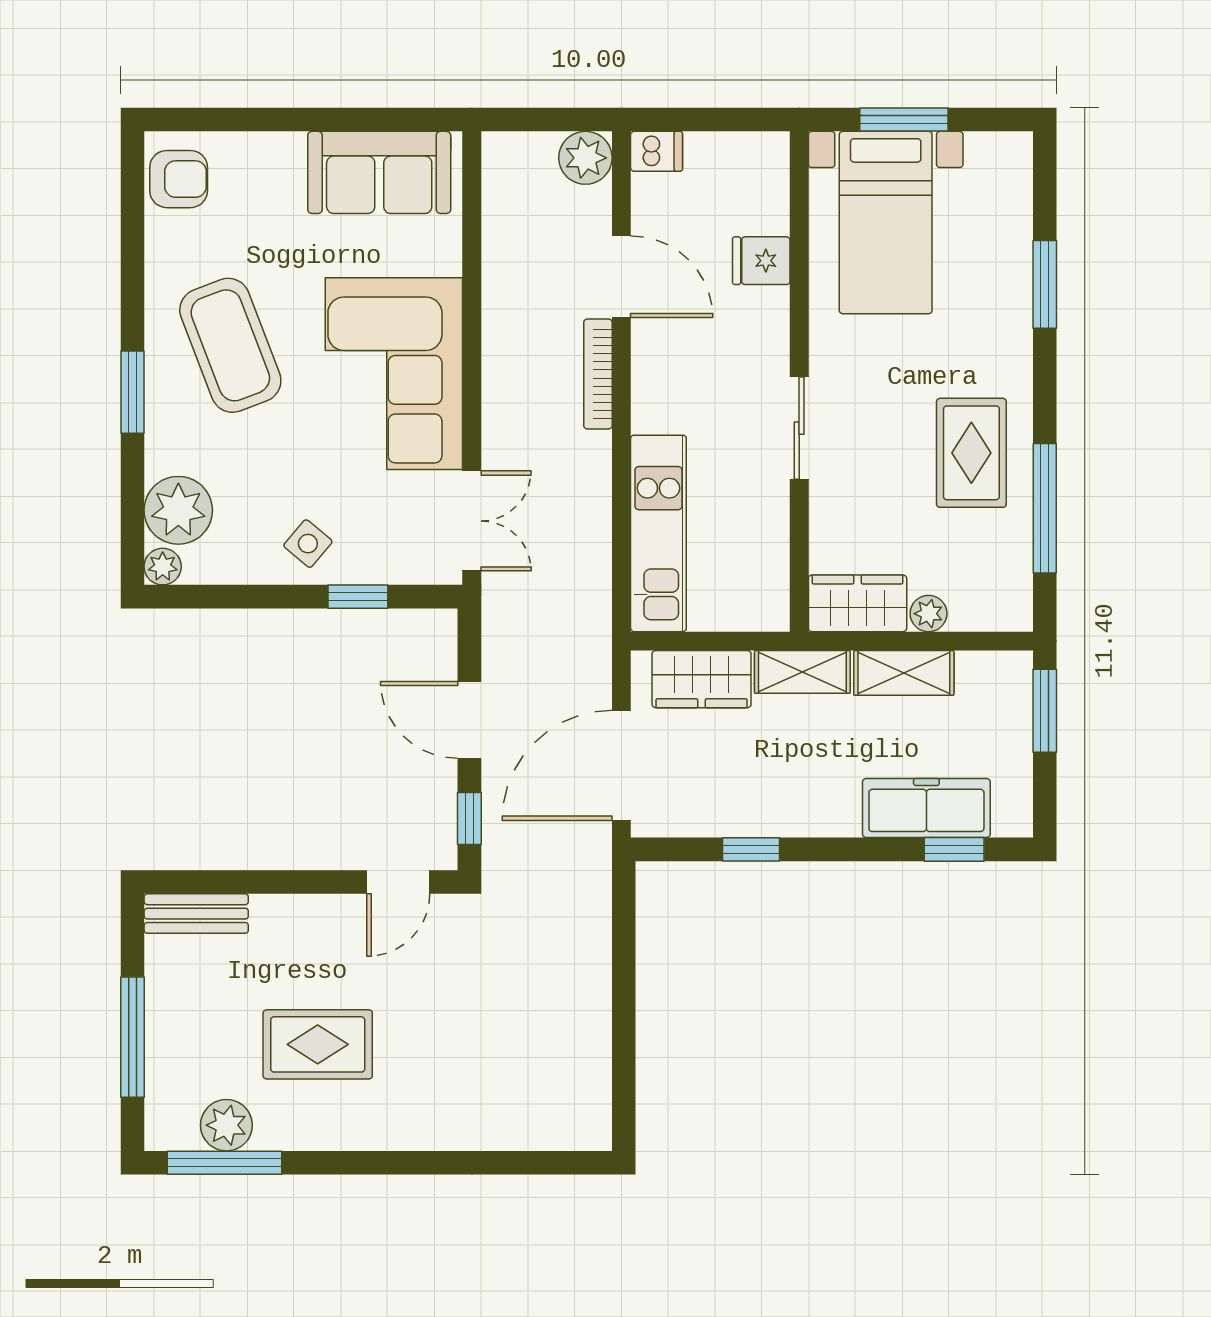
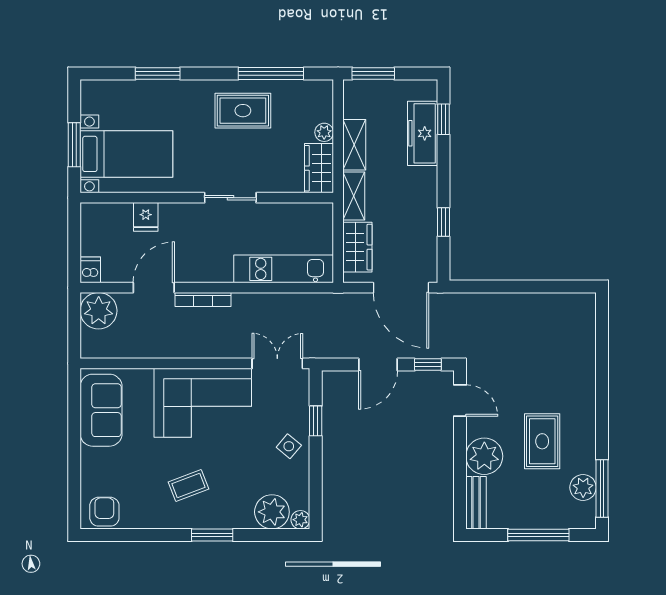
plant: (585, 158) -> (99, 311), width x1.36, depth x1.36
coffee table: (230, 345) -> (188, 485), width x0.54, depth x0.58
plant: (288, 930) -> (484, 456), added

